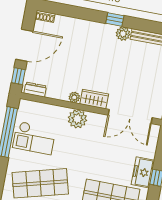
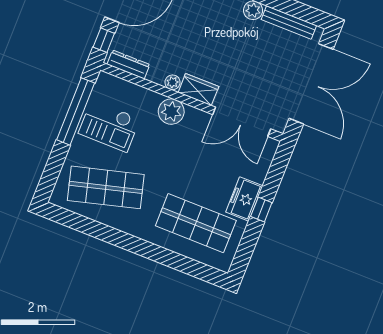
dresser: (35, 90) -> (128, 64), width x1.44

